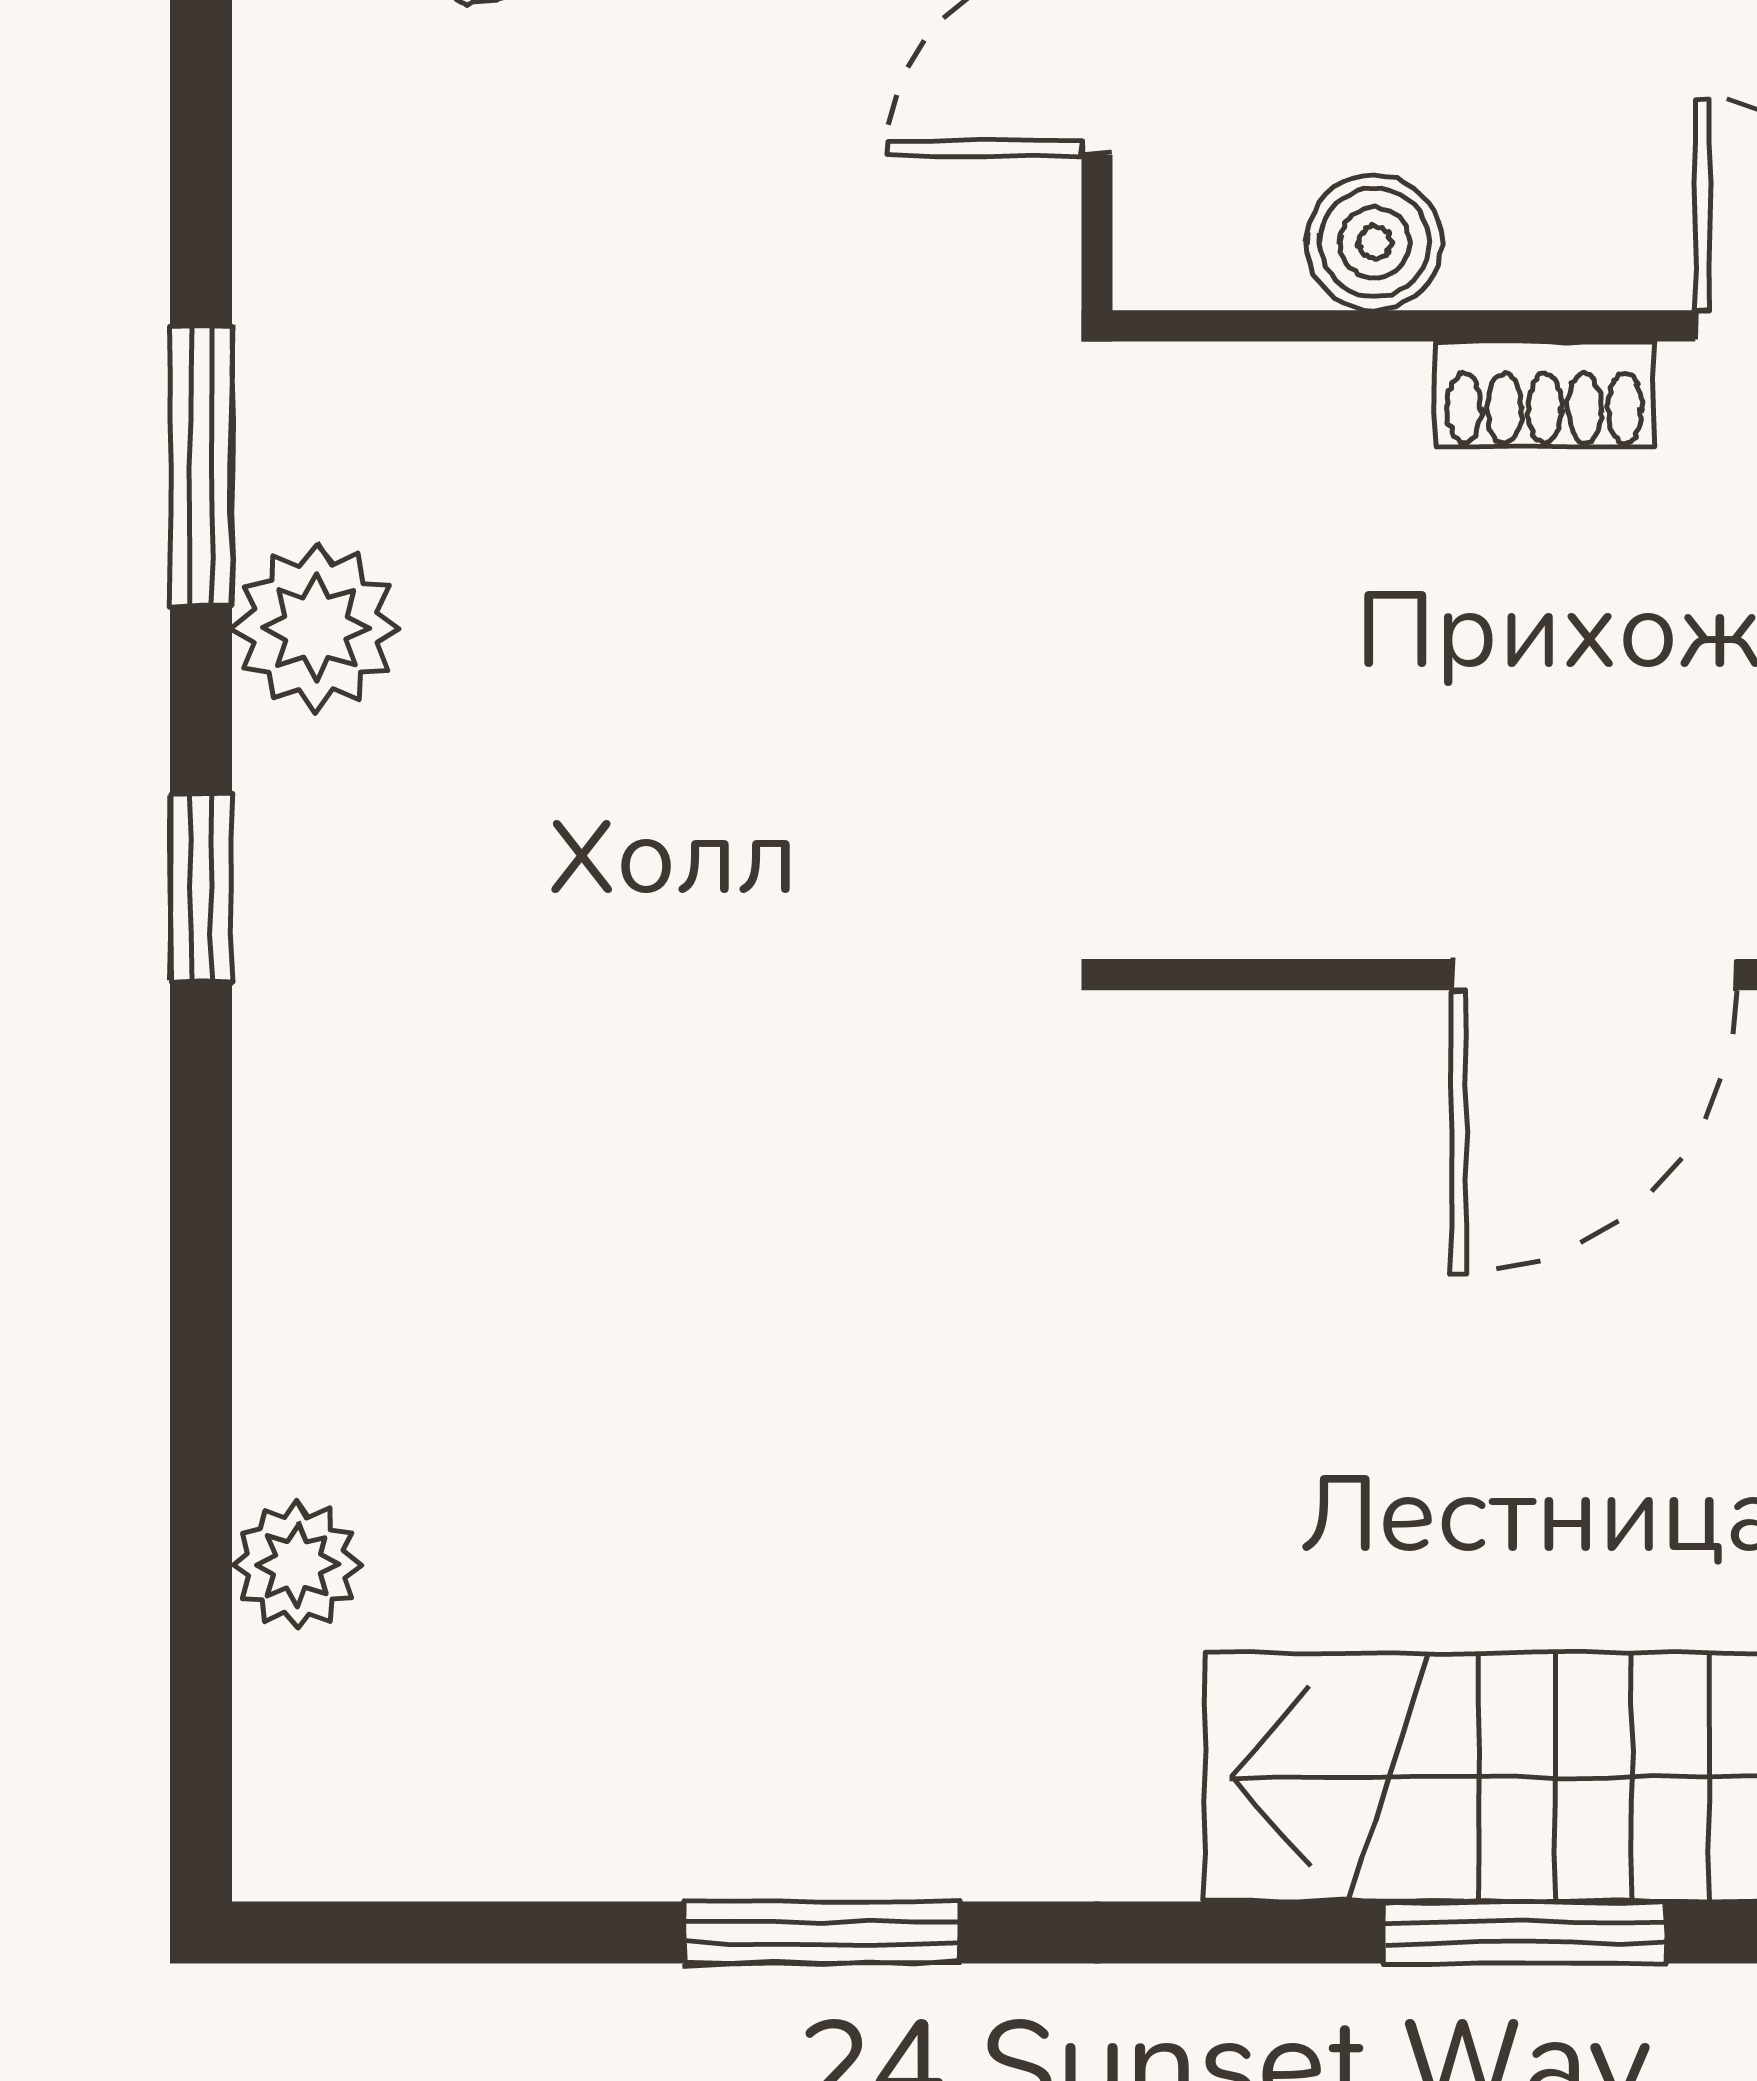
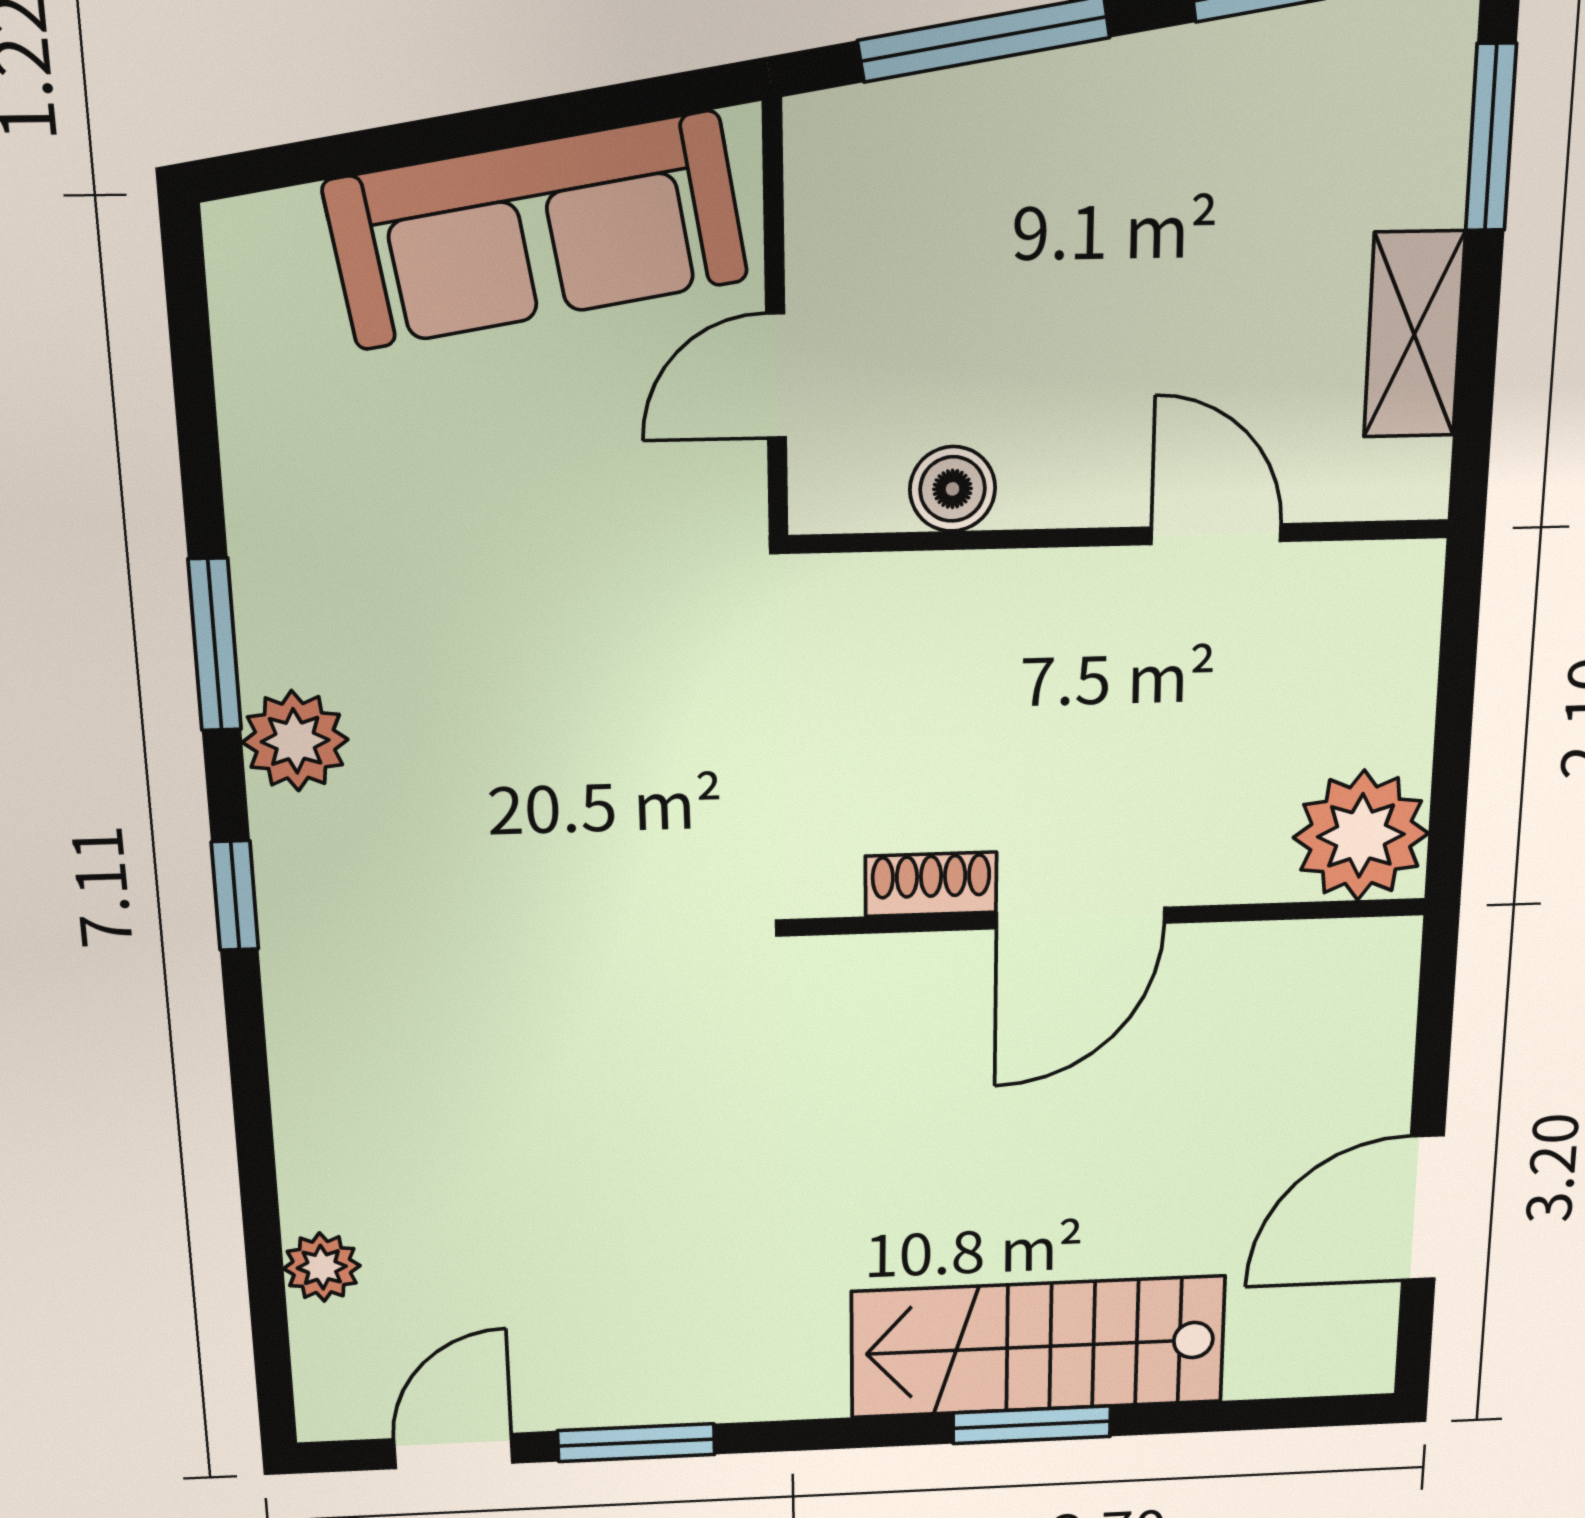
shoe rack: (1544, 394) -> (931, 884), moved, turned 180
door: (501, 1932) -> (453, 1451), added

